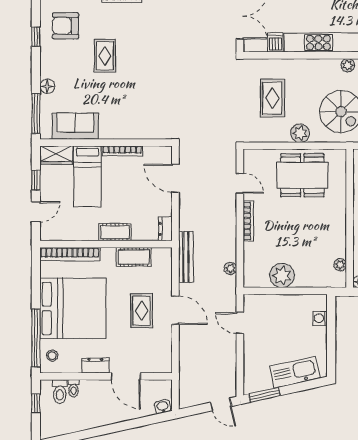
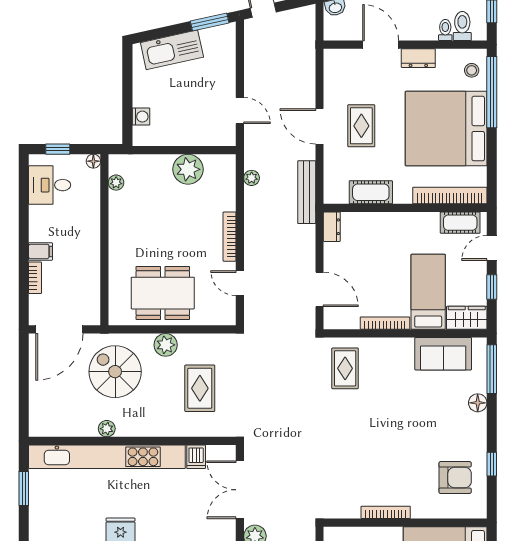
rug: (105, 56) -> (345, 368), moved
cot: (115, 232) -> (460, 223), moved

